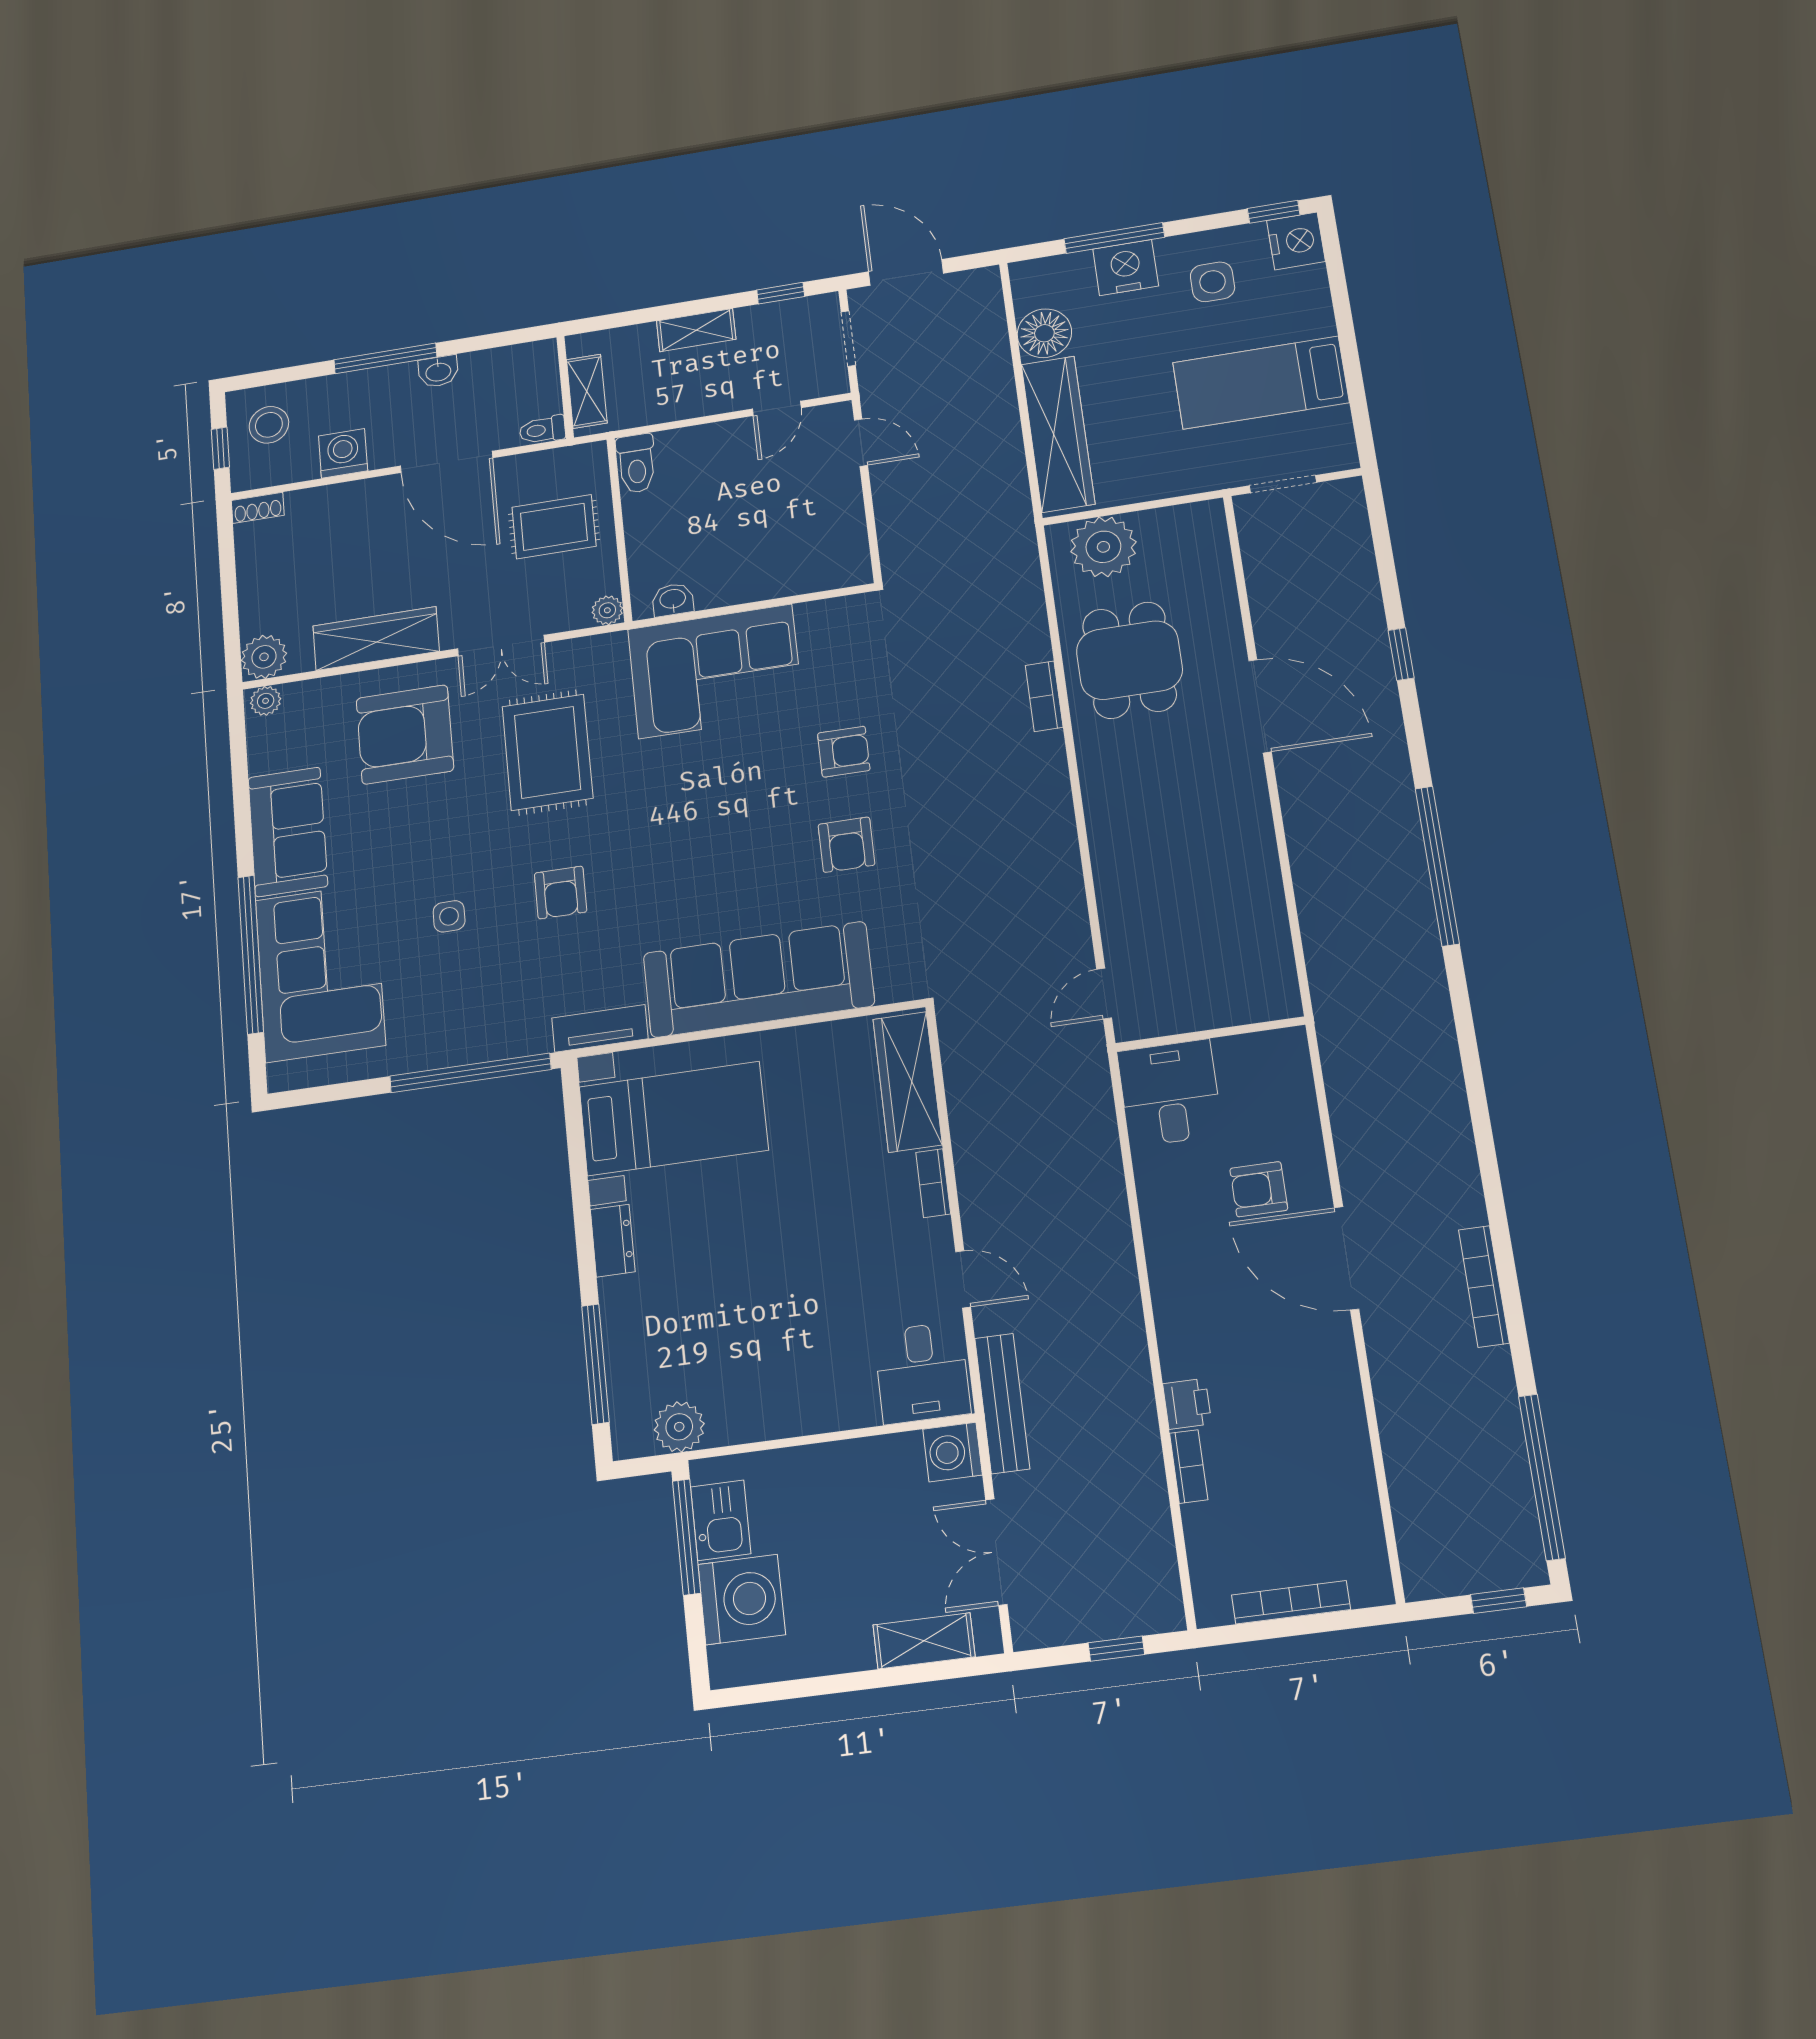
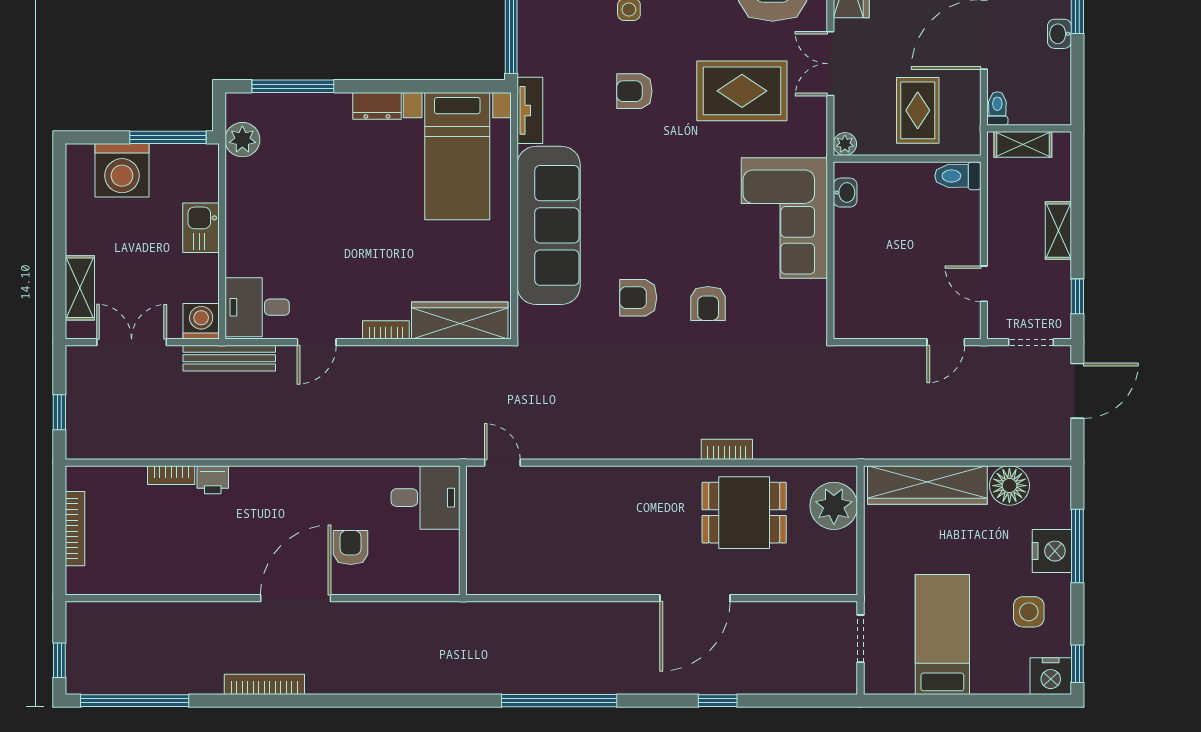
kitchen sink: (721, 1520) -> (201, 228), moved, turned 90

